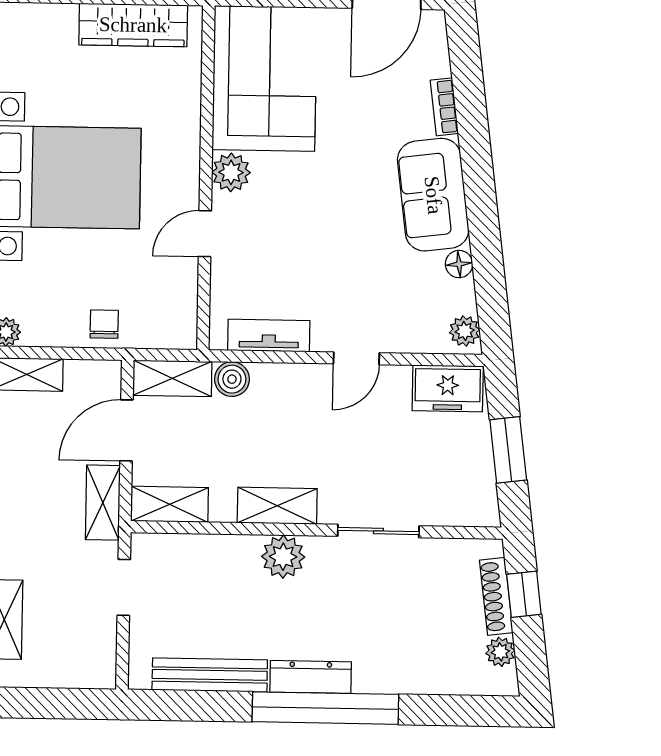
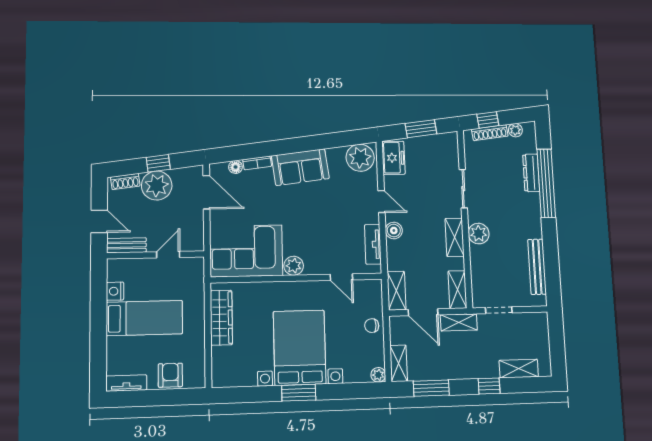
door: (205, 234) -> (341, 277), moved
floor lamp: (459, 264) -> (235, 167), moved
plant: (465, 331) -> (360, 158), width x1.88, depth x1.88
boiler: (232, 379) -> (394, 231), moved
dresser: (311, 677) -> (531, 173), moved
window: (325, 708) -> (546, 183), moved

